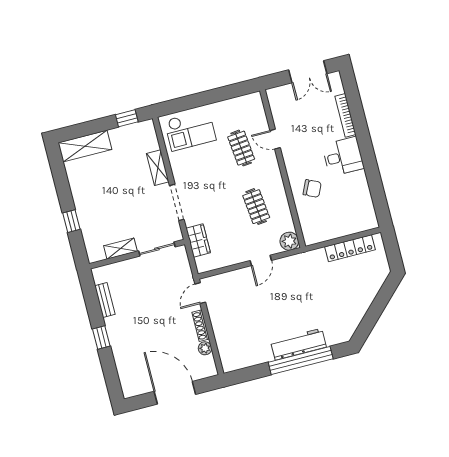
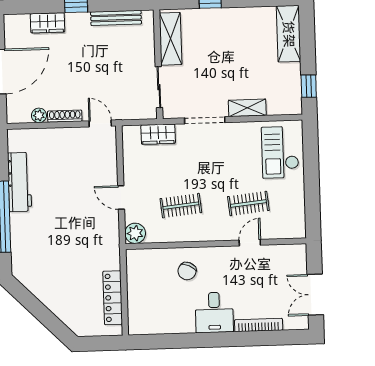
shelving: (121, 249) -> (171, 39), width x1.50, depth x1.33
bench: (105, 300) -> (116, 18), width x1.36
workbench: (298, 344) -> (20, 182), moved
wardrobe: (122, 359) -> (48, 23), added

